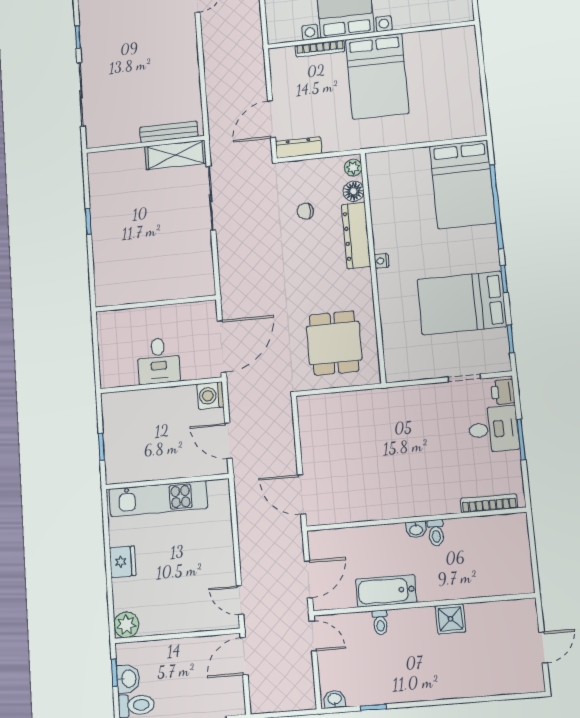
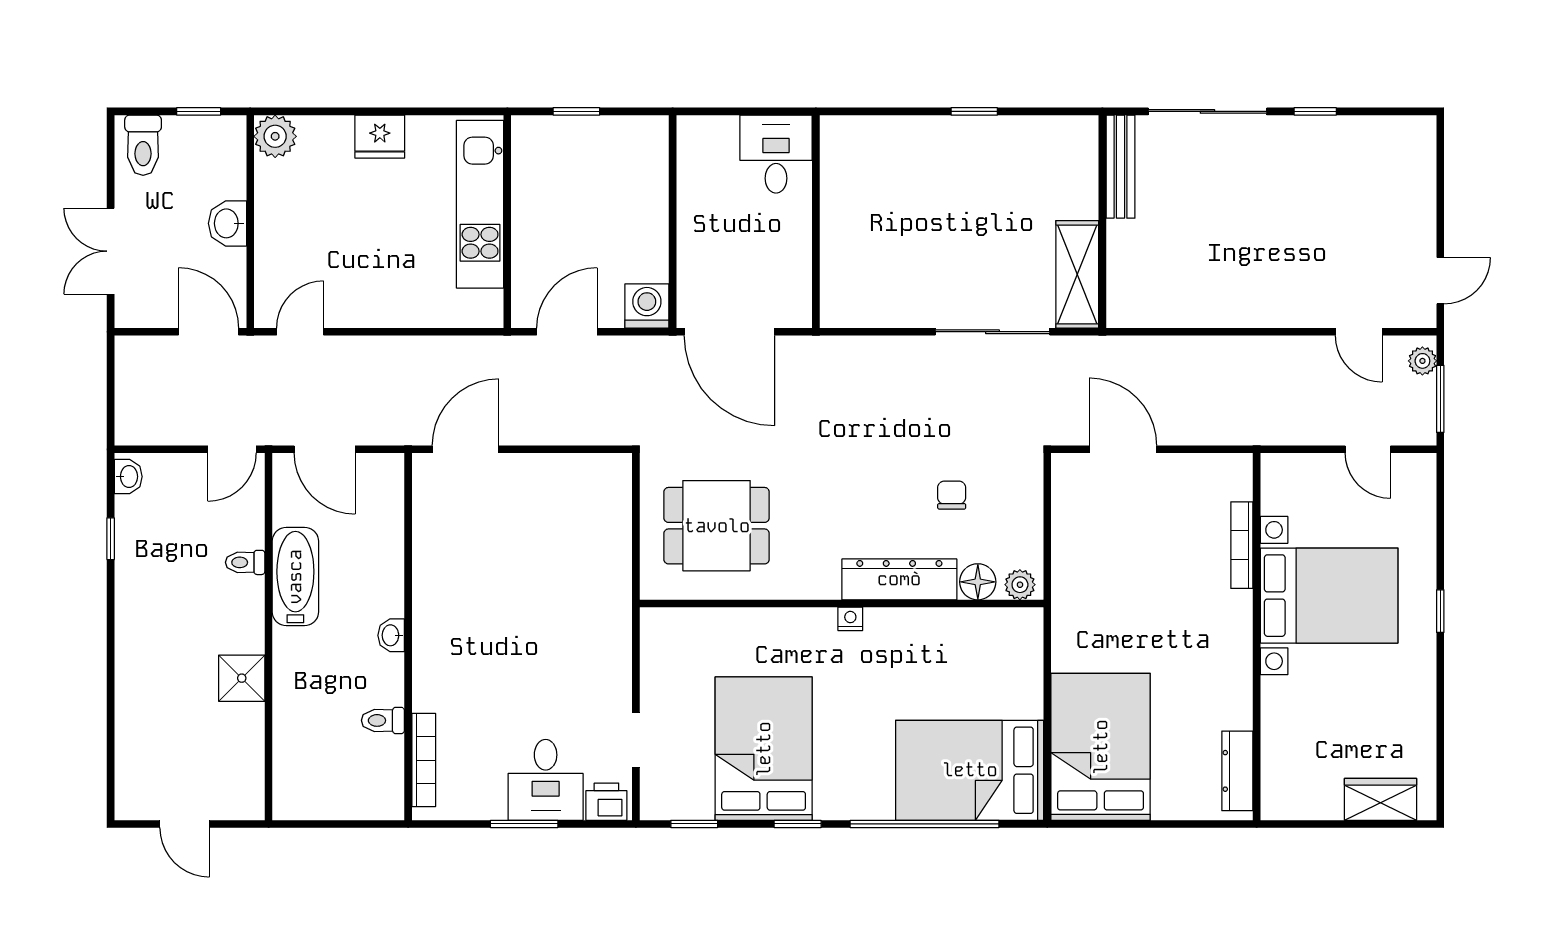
bed: (377, 76) -> (1101, 747), moved, turned 90
bench: (169, 132) -> (1120, 167), moved
dresser: (299, 147) -> (1237, 771), moved, turned 180
desk: (158, 361) -> (776, 154), moved, turned 90
toilet: (436, 533) -> (383, 720), moved
washbasin: (128, 679) -> (227, 223), moved, turned 90

